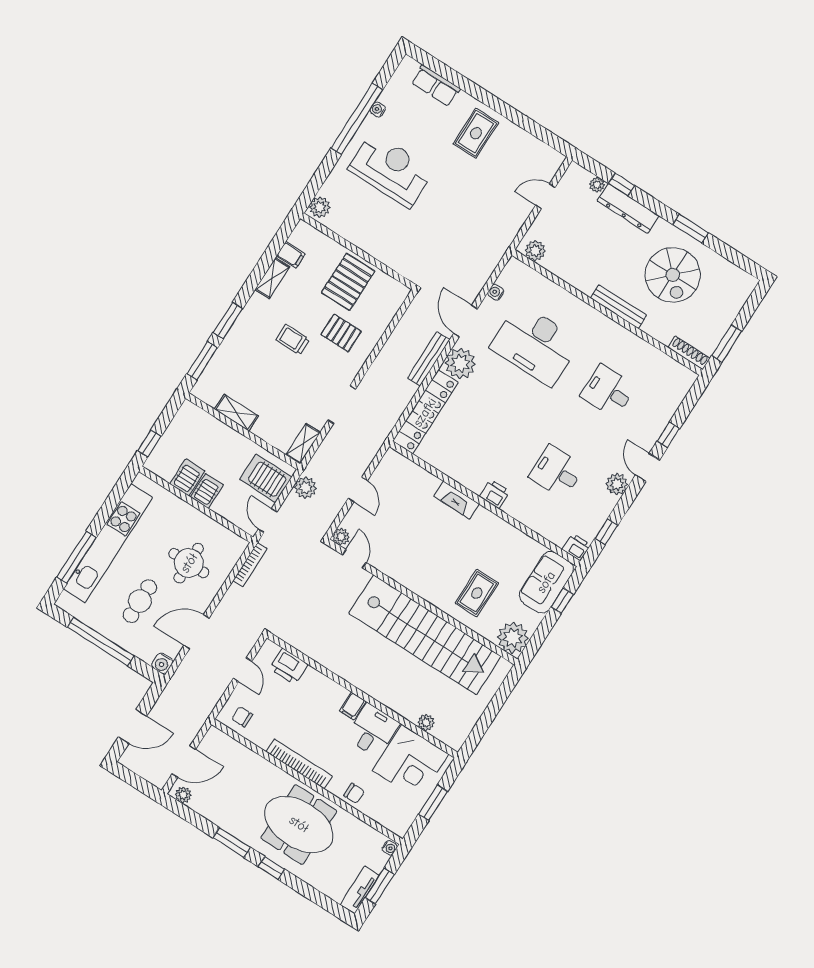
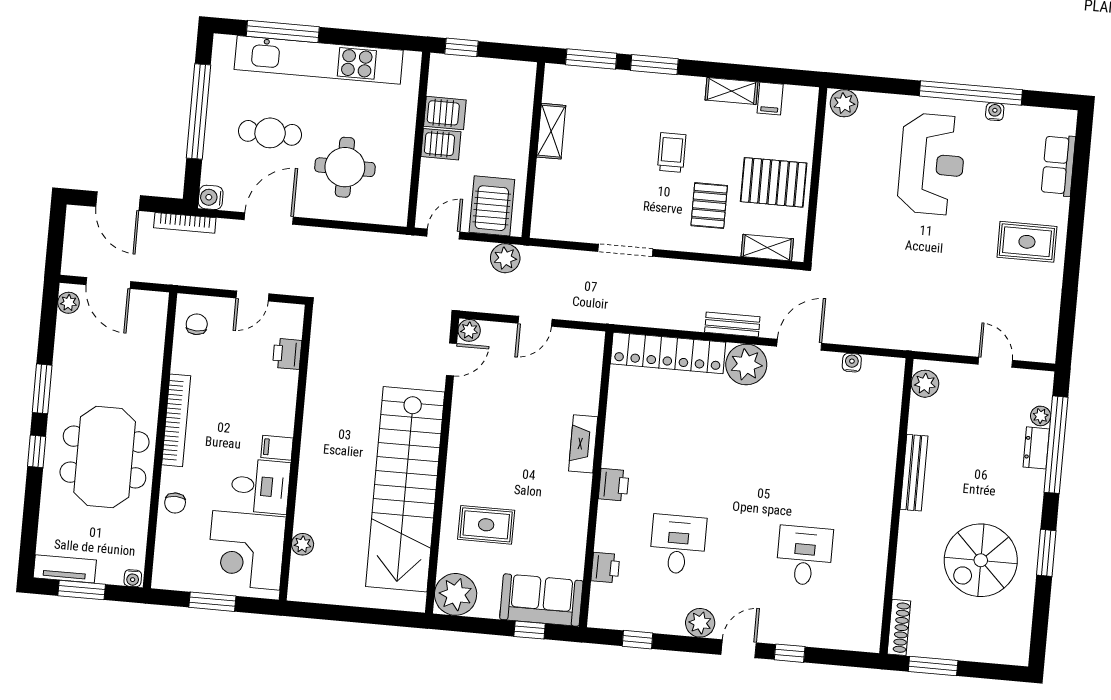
window: (622, 184) -> (1056, 445), width x3.17
dresser: (628, 208) -> (1036, 448), width x0.51, depth x0.80
bench: (619, 307) -> (914, 473), moved
desk: (535, 344) -> (815, 441), removed
bench: (429, 359) -> (732, 325), width x0.73
shelving: (303, 444) -> (767, 248), moved
printer: (577, 547) -> (605, 568), moved
bookcase: (250, 565) -> (185, 223), moved
door: (197, 632) -> (269, 218), hinge flipped
printer: (289, 666) -> (287, 354), width x0.73, depth x0.81

